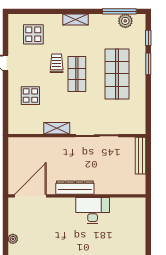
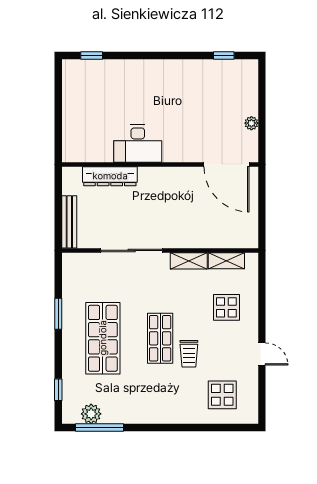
shelving: (76, 20) -> (226, 261), moved
window: (148, 64) -> (58, 314), moved
dresser: (75, 188) -> (110, 176), moved
door: (30, 196) -> (226, 164), hinge flipped
plant: (13, 239) -> (251, 123), moved

